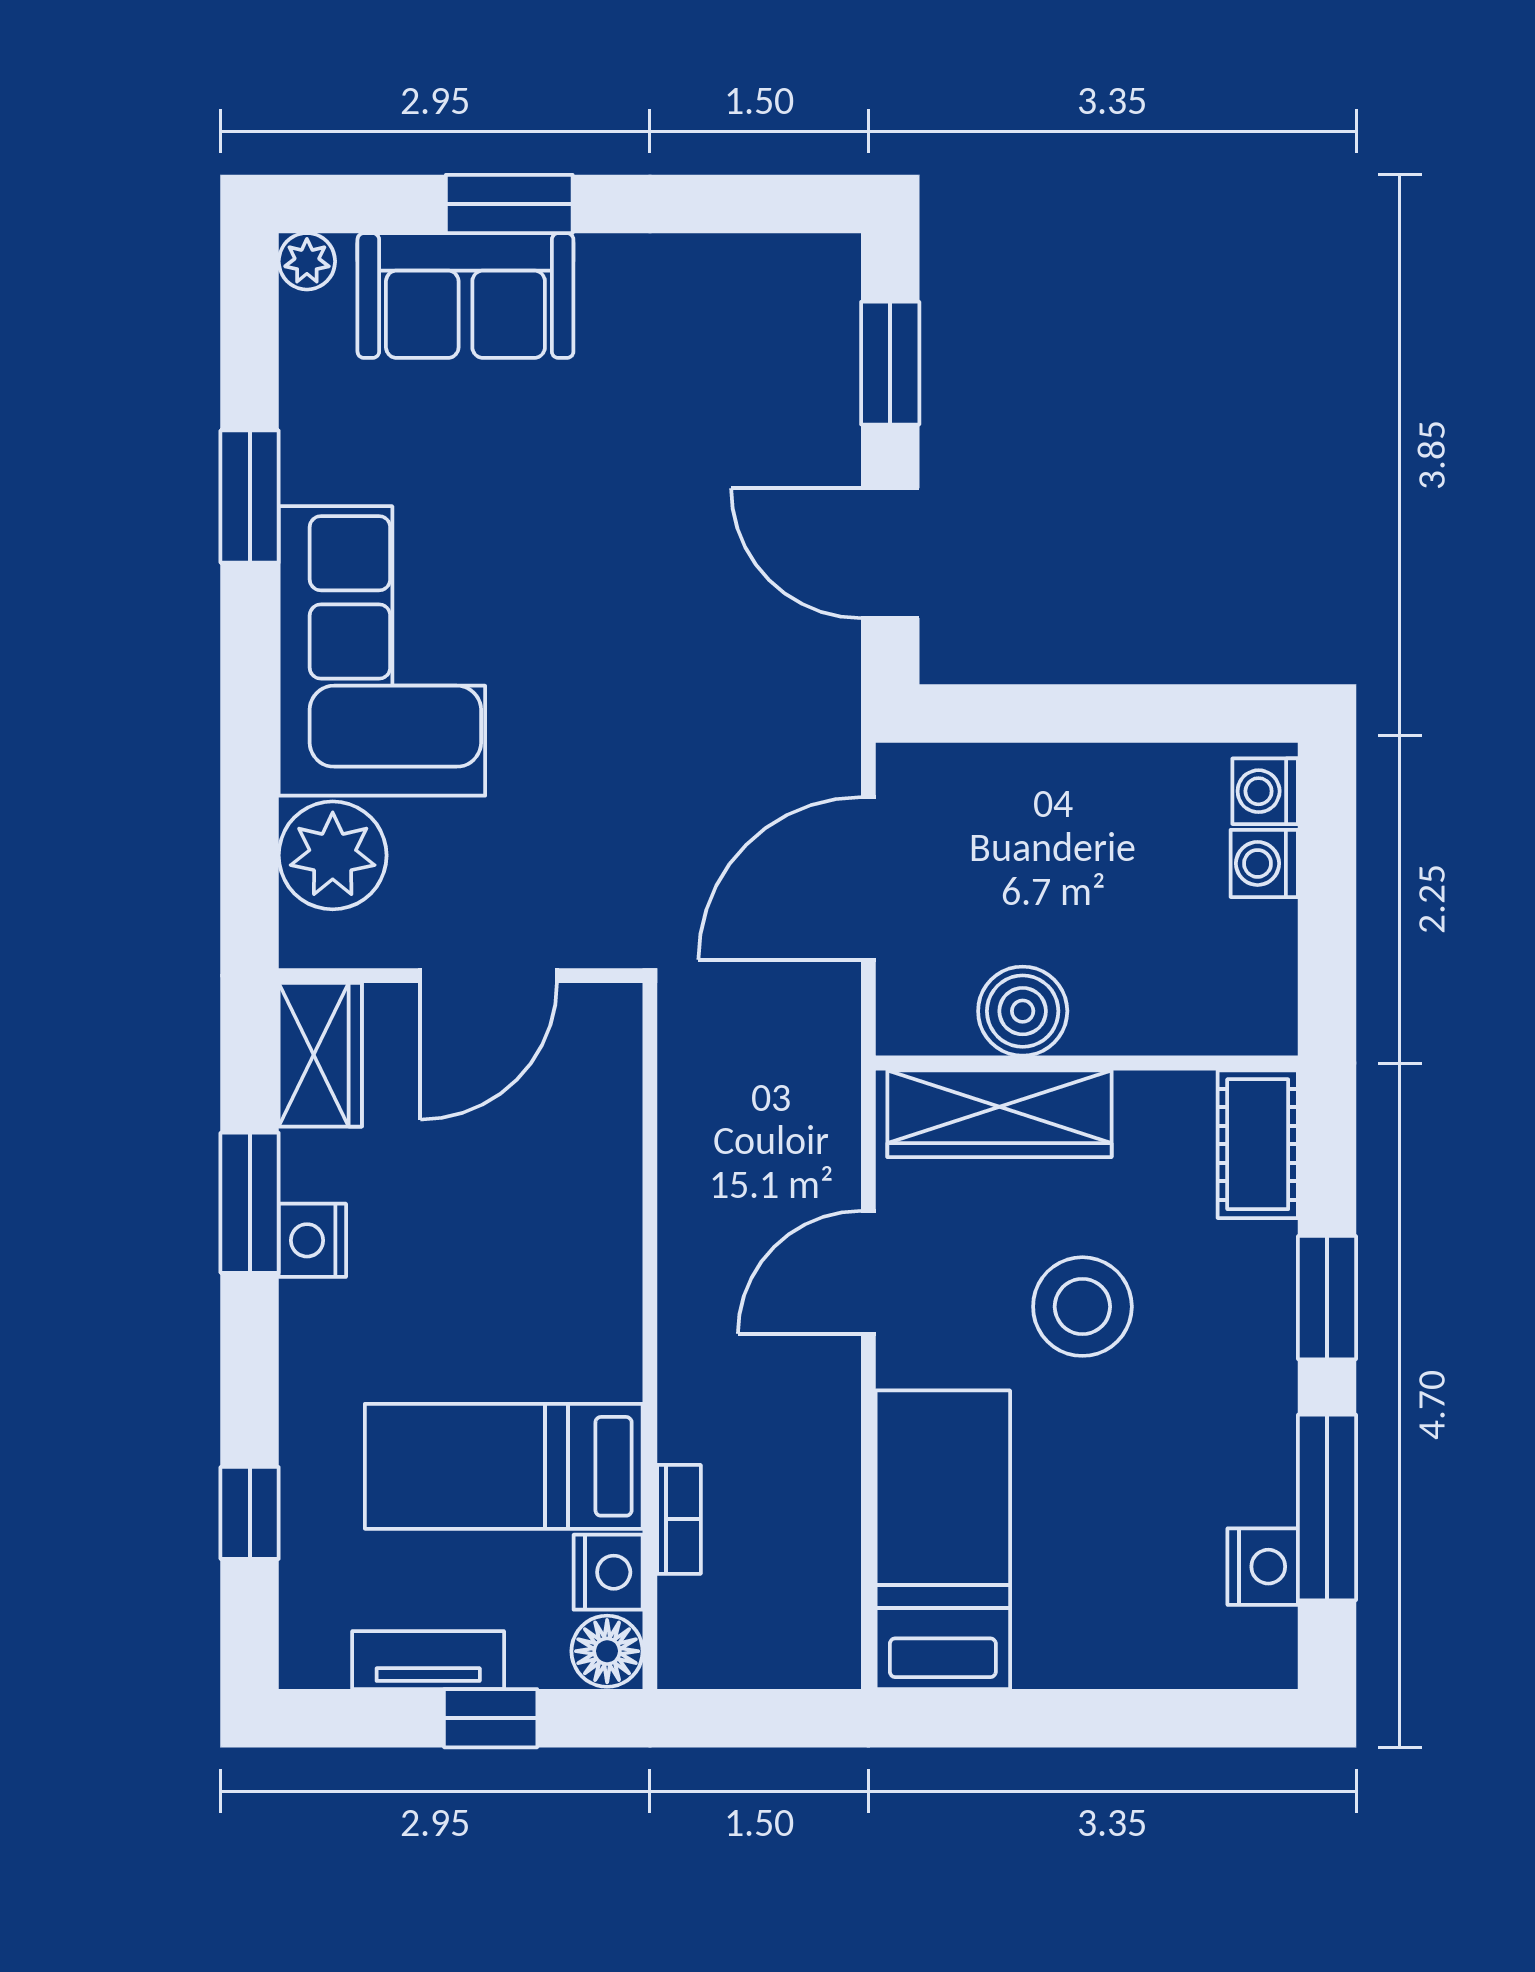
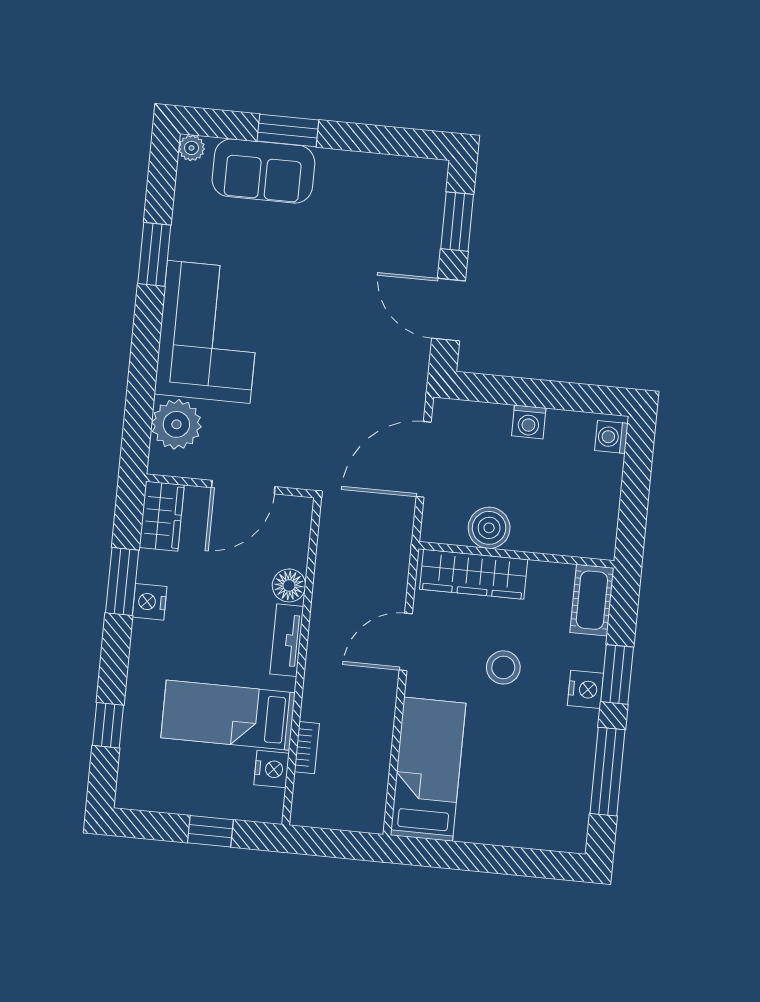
washing machine: (1264, 863) -> (529, 422), moved, turned -90
stool: (1082, 1307) -> (503, 667), width x0.73, depth x0.73
nightstand: (1263, 1567) -> (585, 689), moved
floor lamp: (607, 1651) -> (289, 585), moved
tv unit: (428, 1660) -> (287, 640), moved, turned -90

